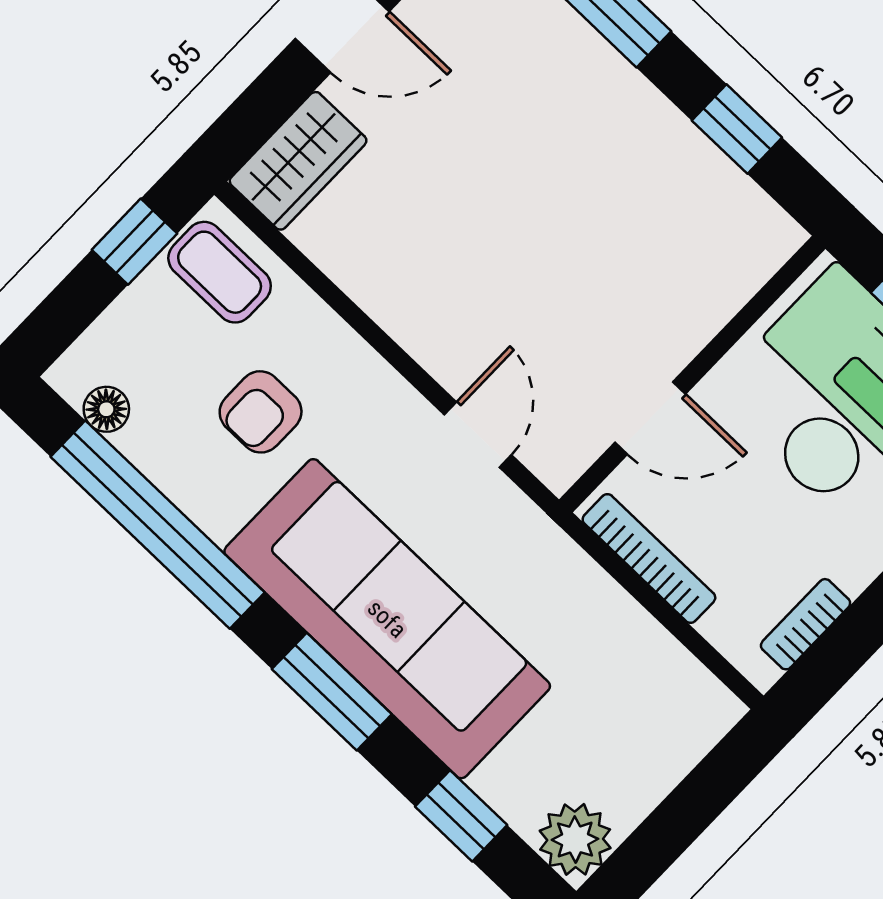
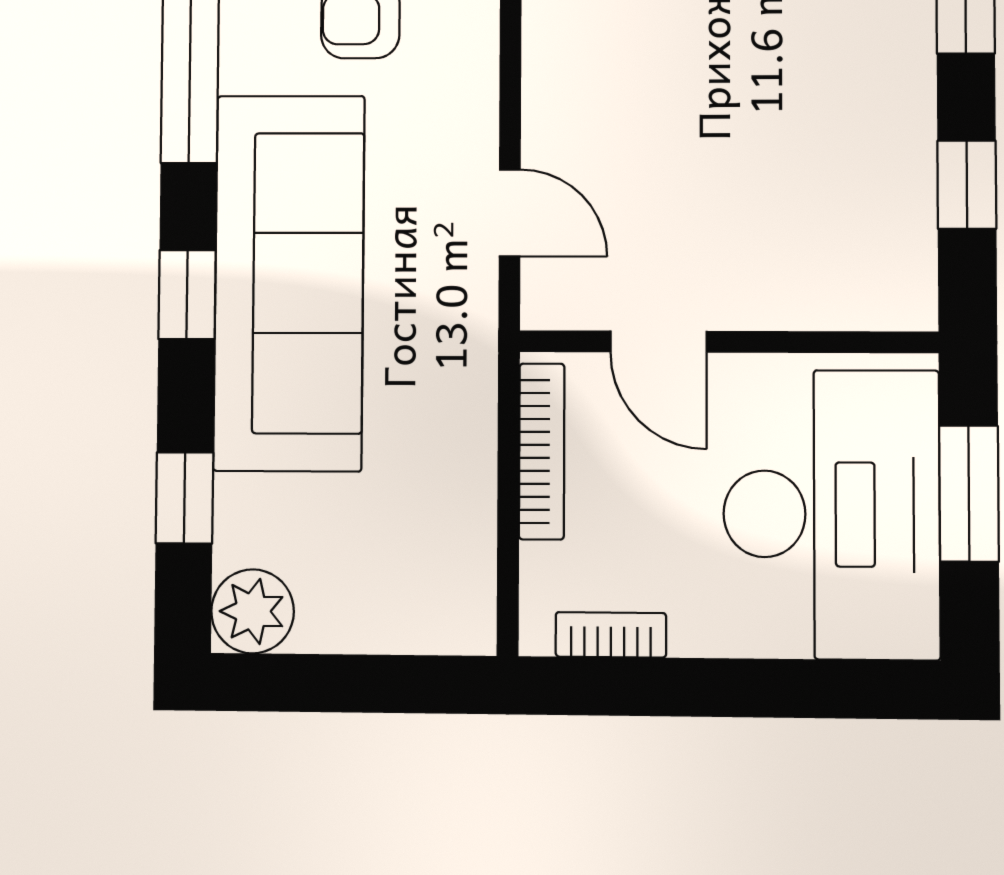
door: (478, 435) -> (510, 213), hinge flipped
window: (332, 692) -> (187, 295), width x0.67

